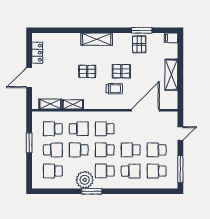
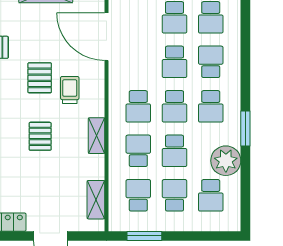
shelving: (73, 104) -> (96, 136), moved
school desk: (53, 129) -> (138, 195), turned 180
window: (29, 143) -> (144, 236), moved
plant: (85, 180) -> (226, 161), moved

